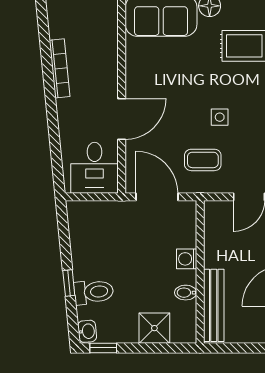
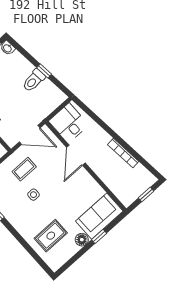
window: (69, 283) -> (44, 71), moved
toilet: (94, 292) -> (34, 80), moved

